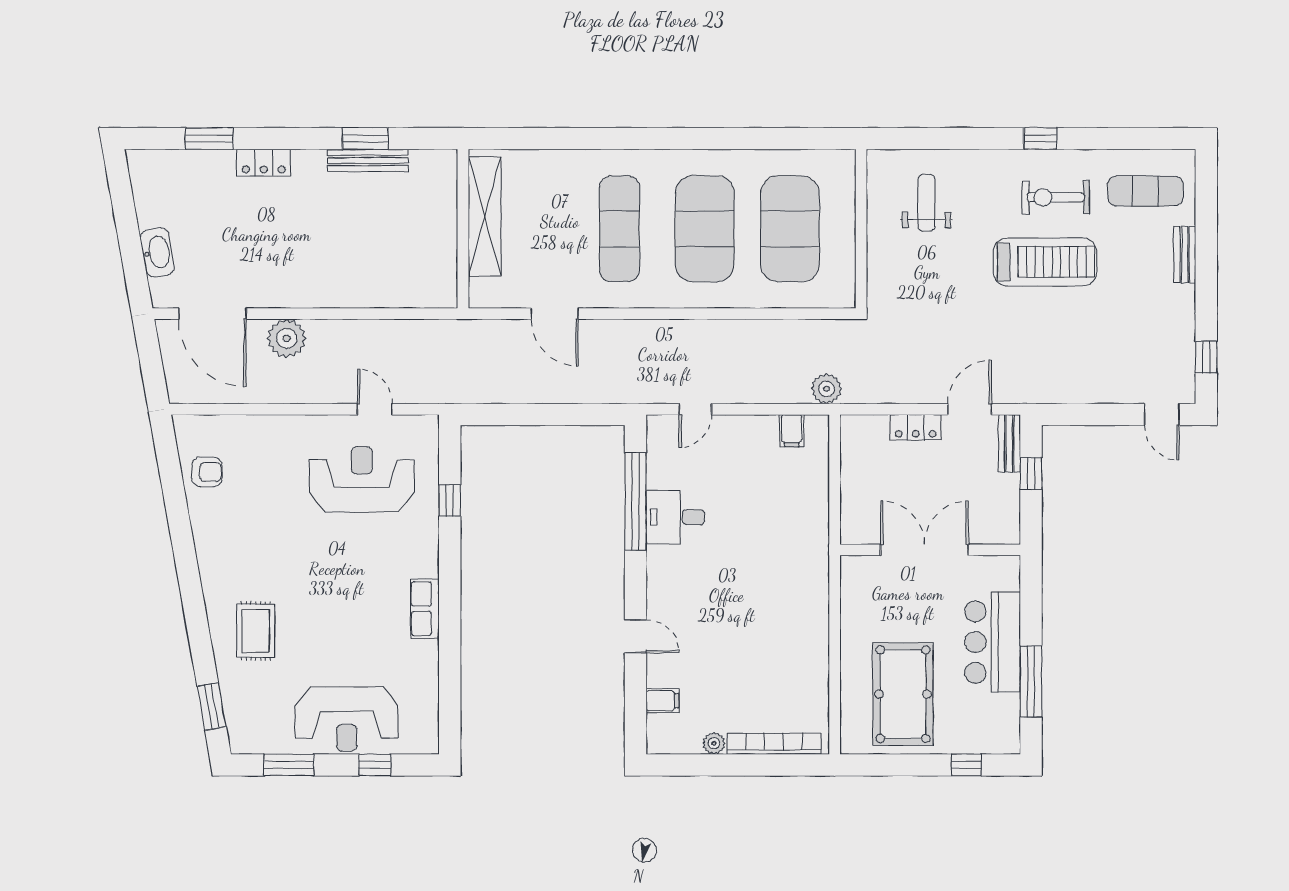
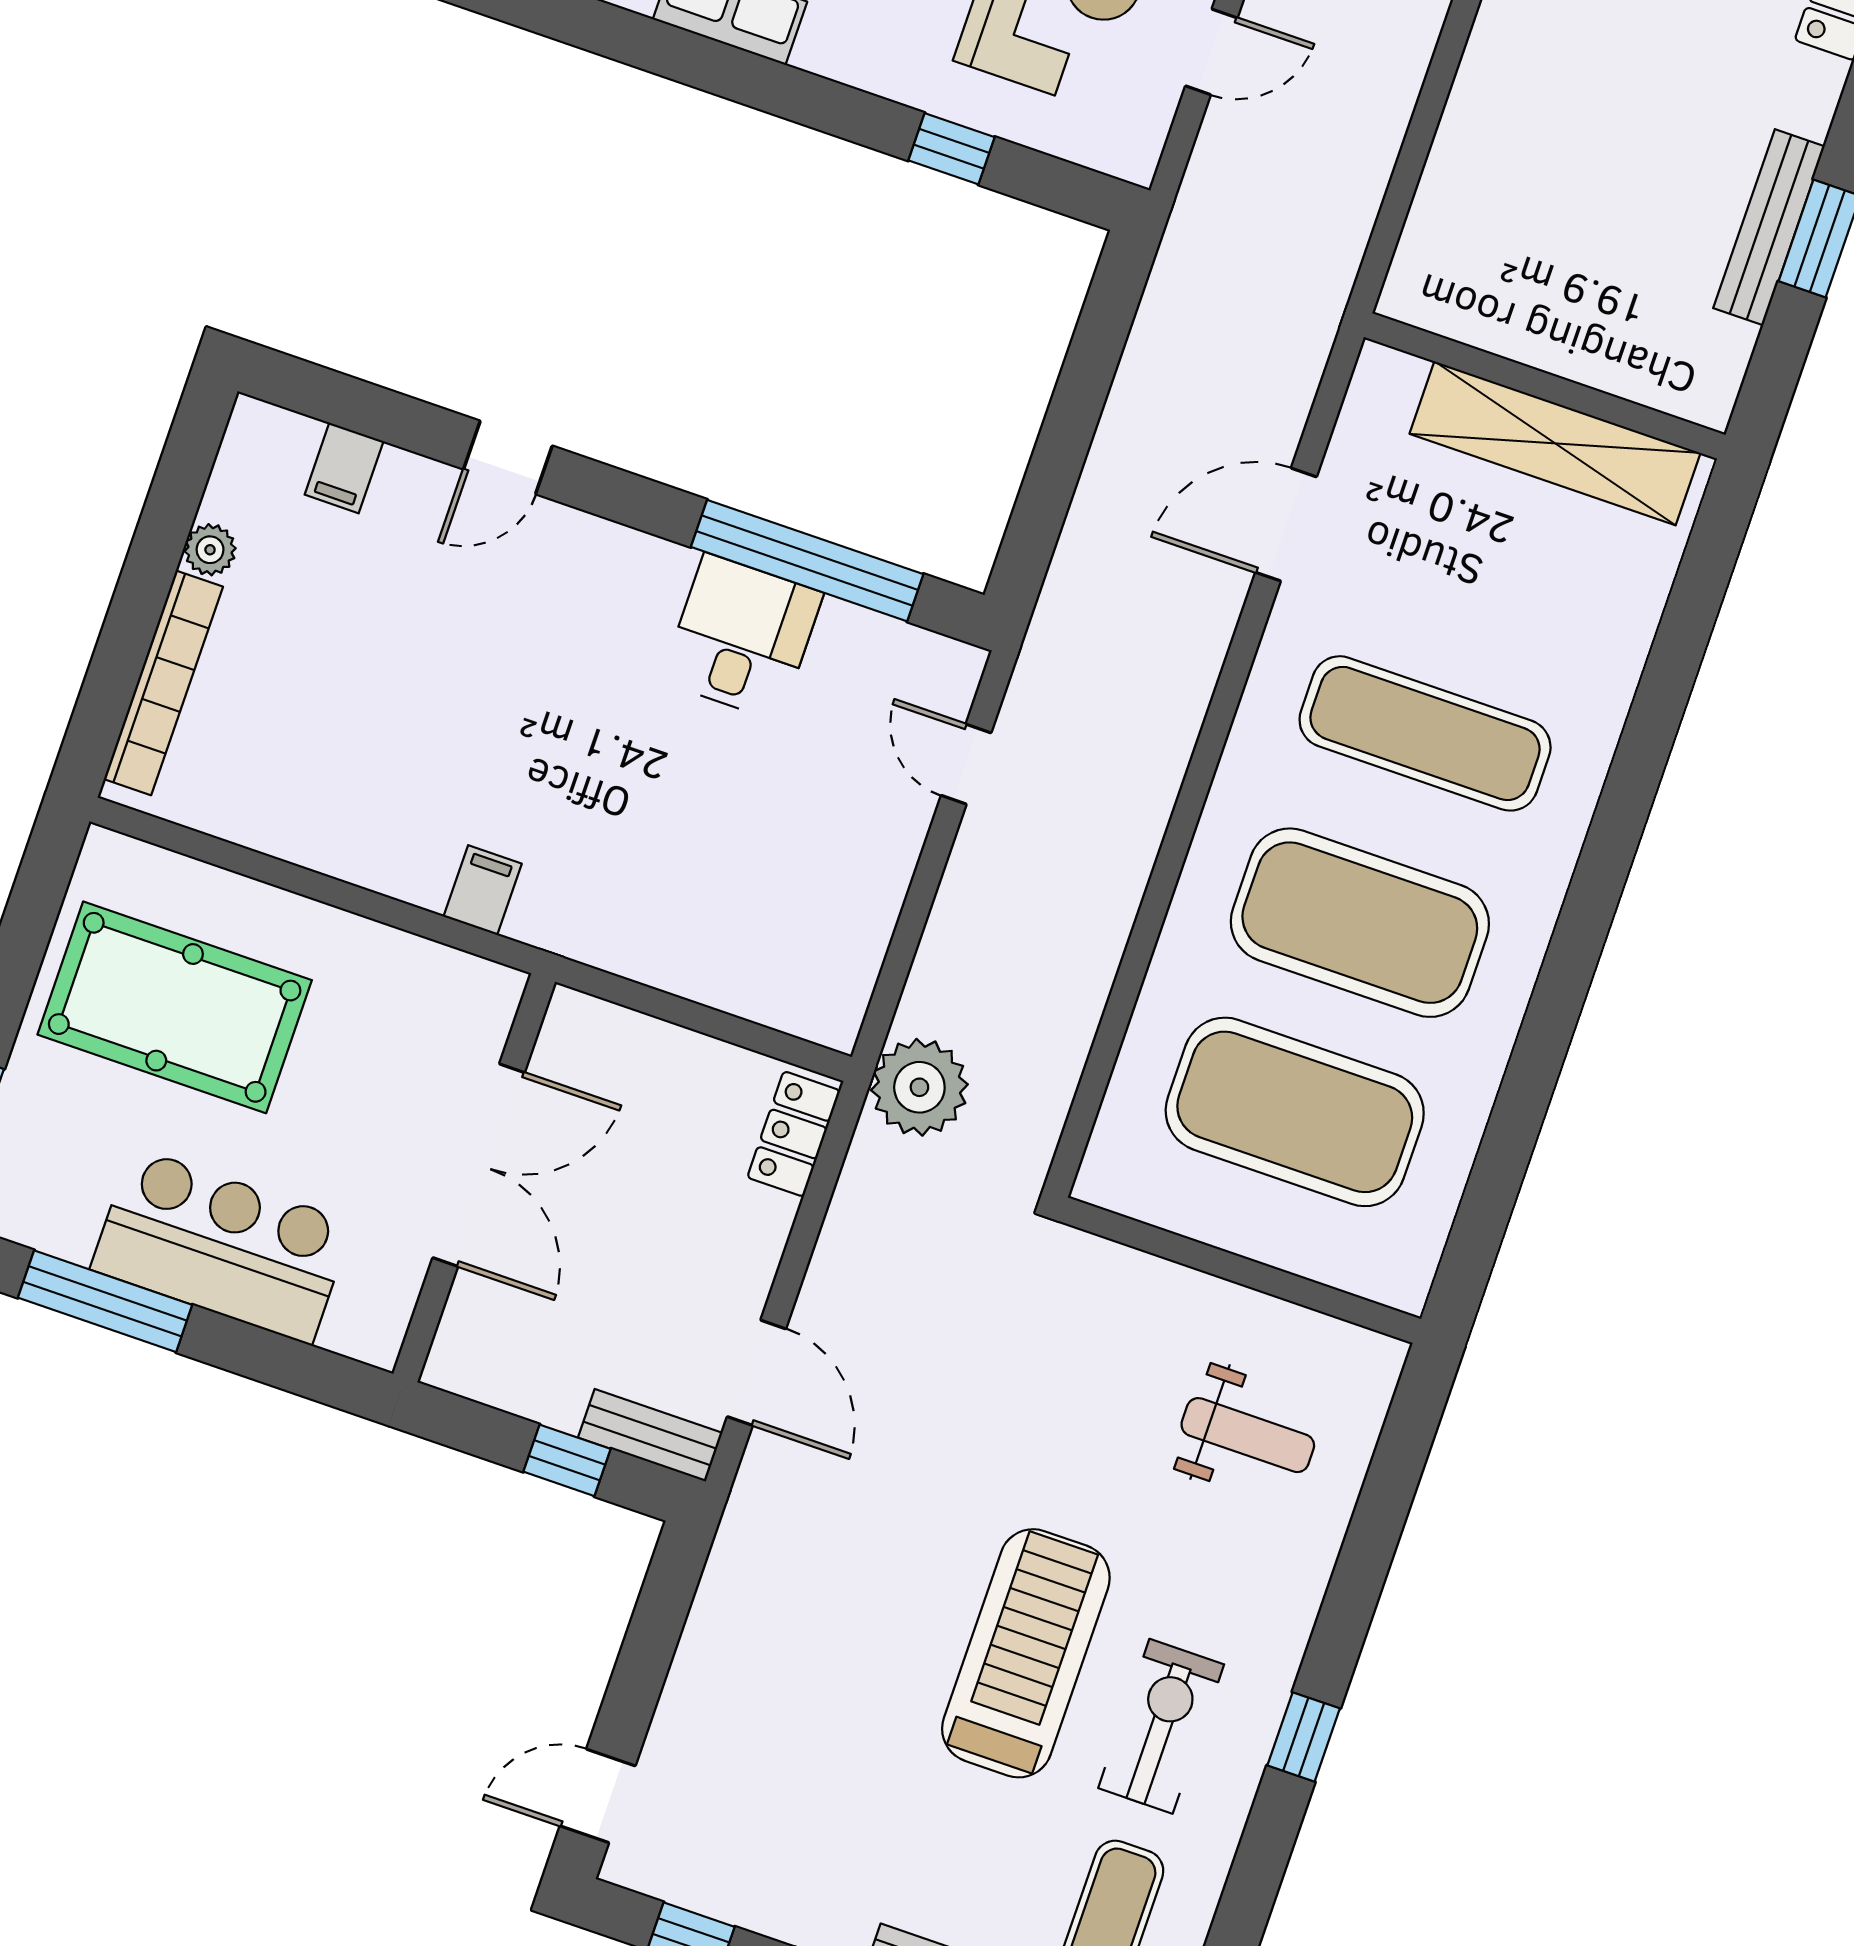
treadmill: (1045, 262) -> (1026, 1653), turned 180
plant: (826, 389) -> (919, 1087), width x1.36, depth x1.36
locker: (916, 427) -> (794, 1134), moved
filing cabinet: (792, 431) -> (483, 890), moved, turned 90

